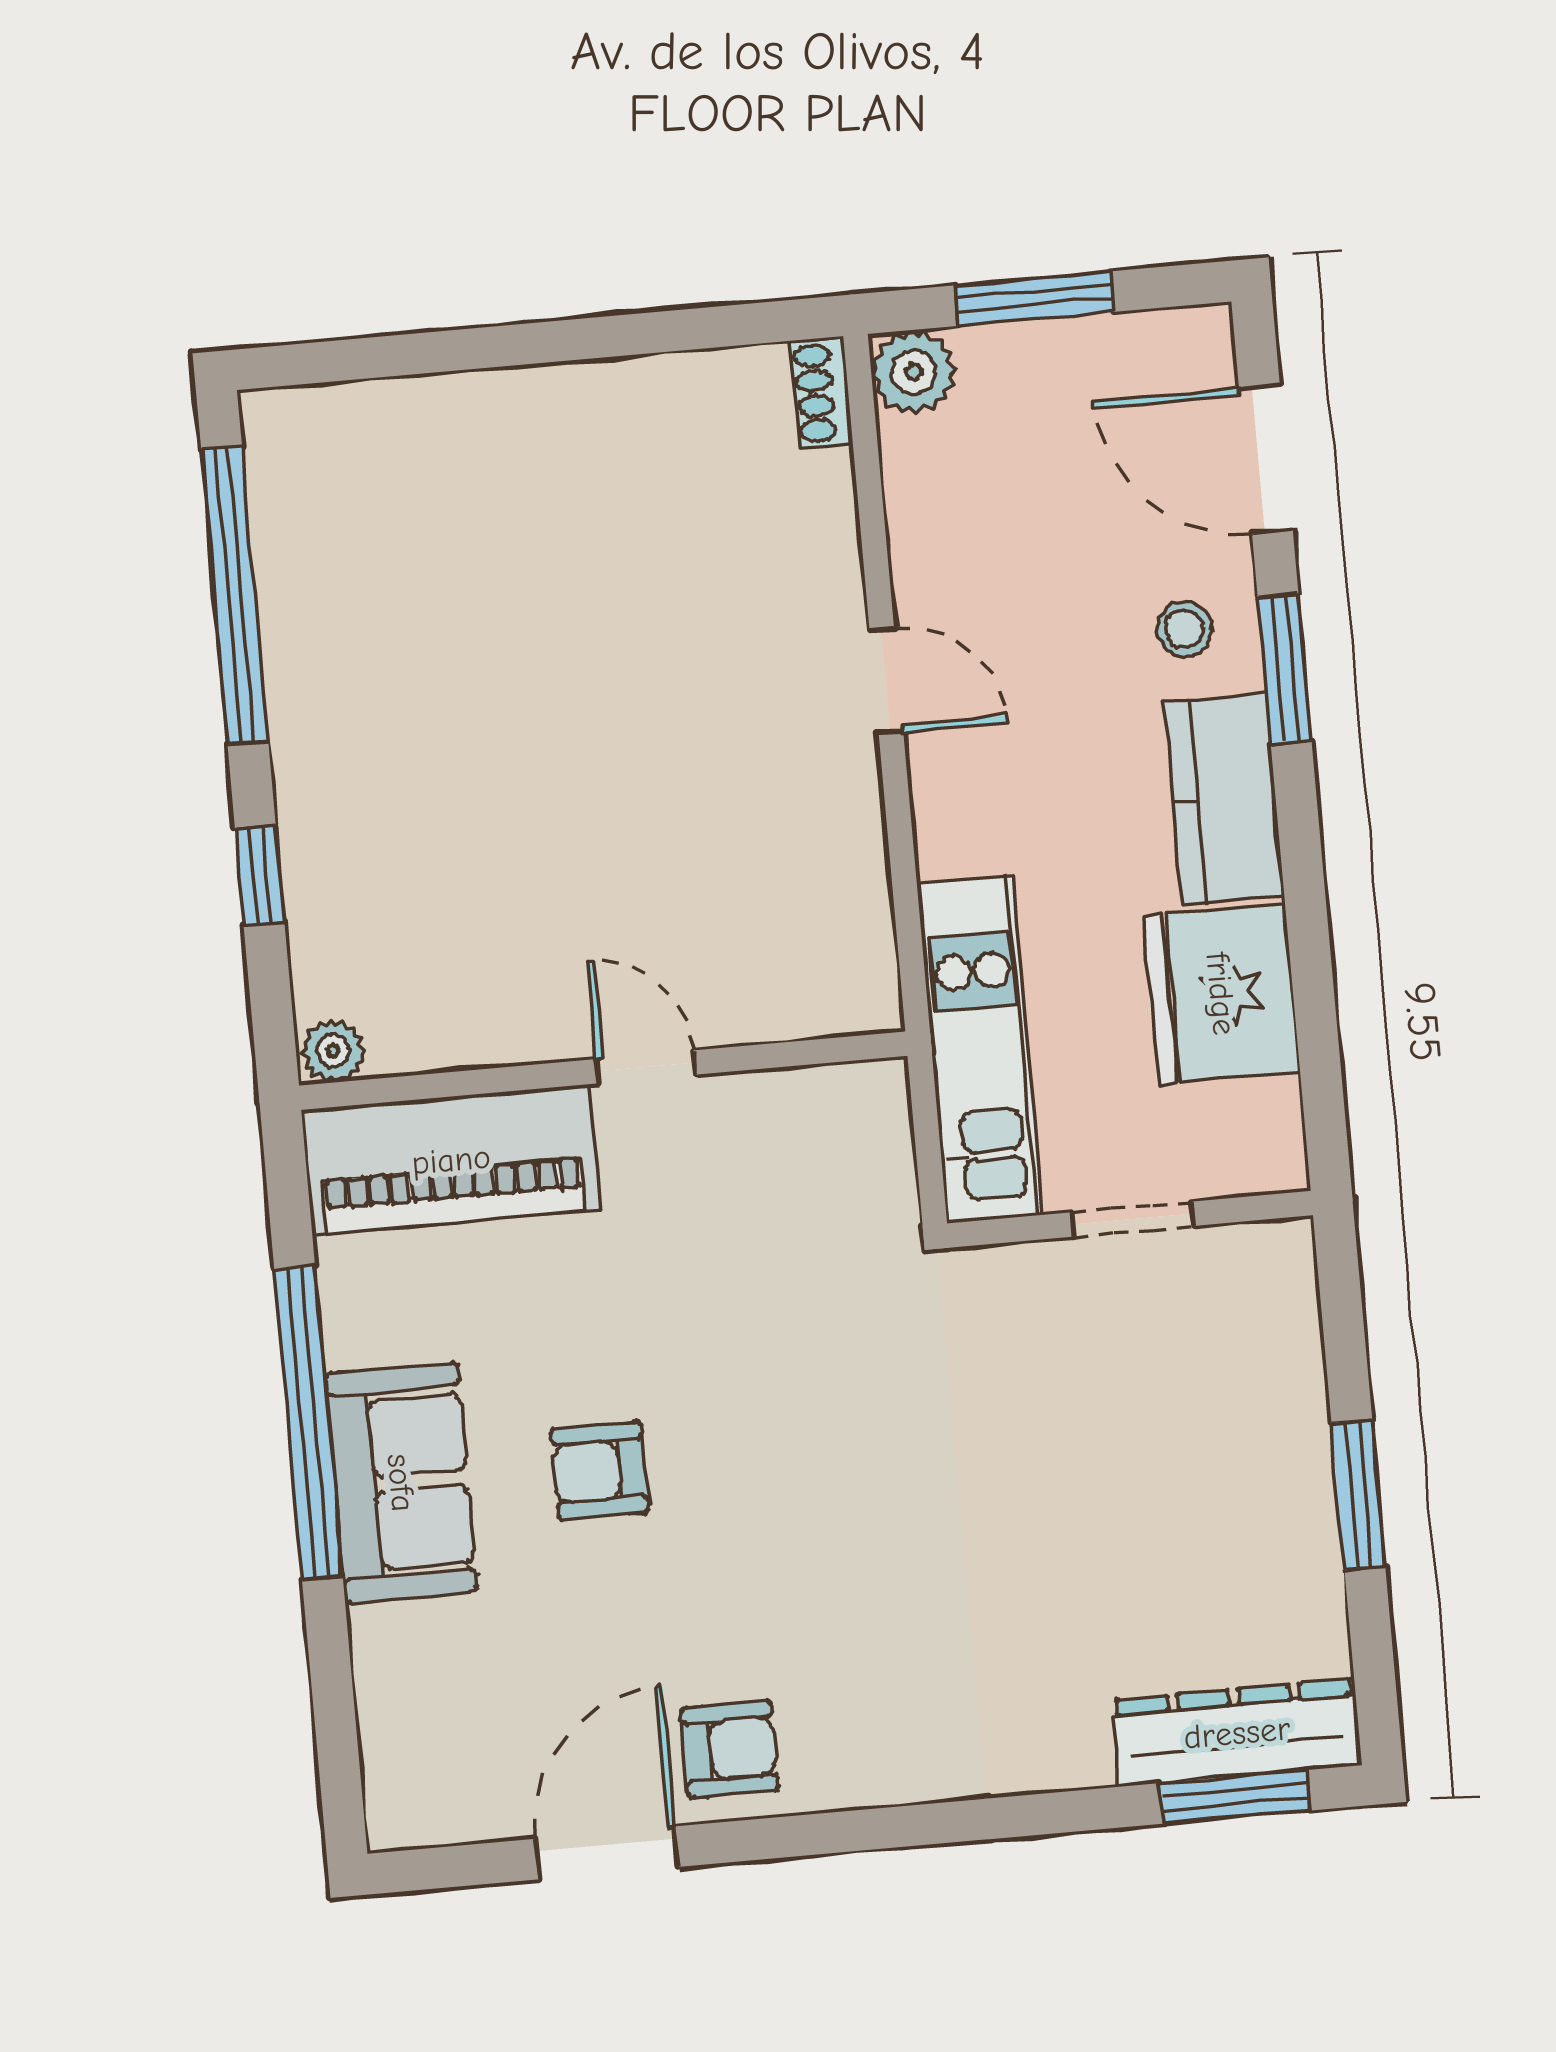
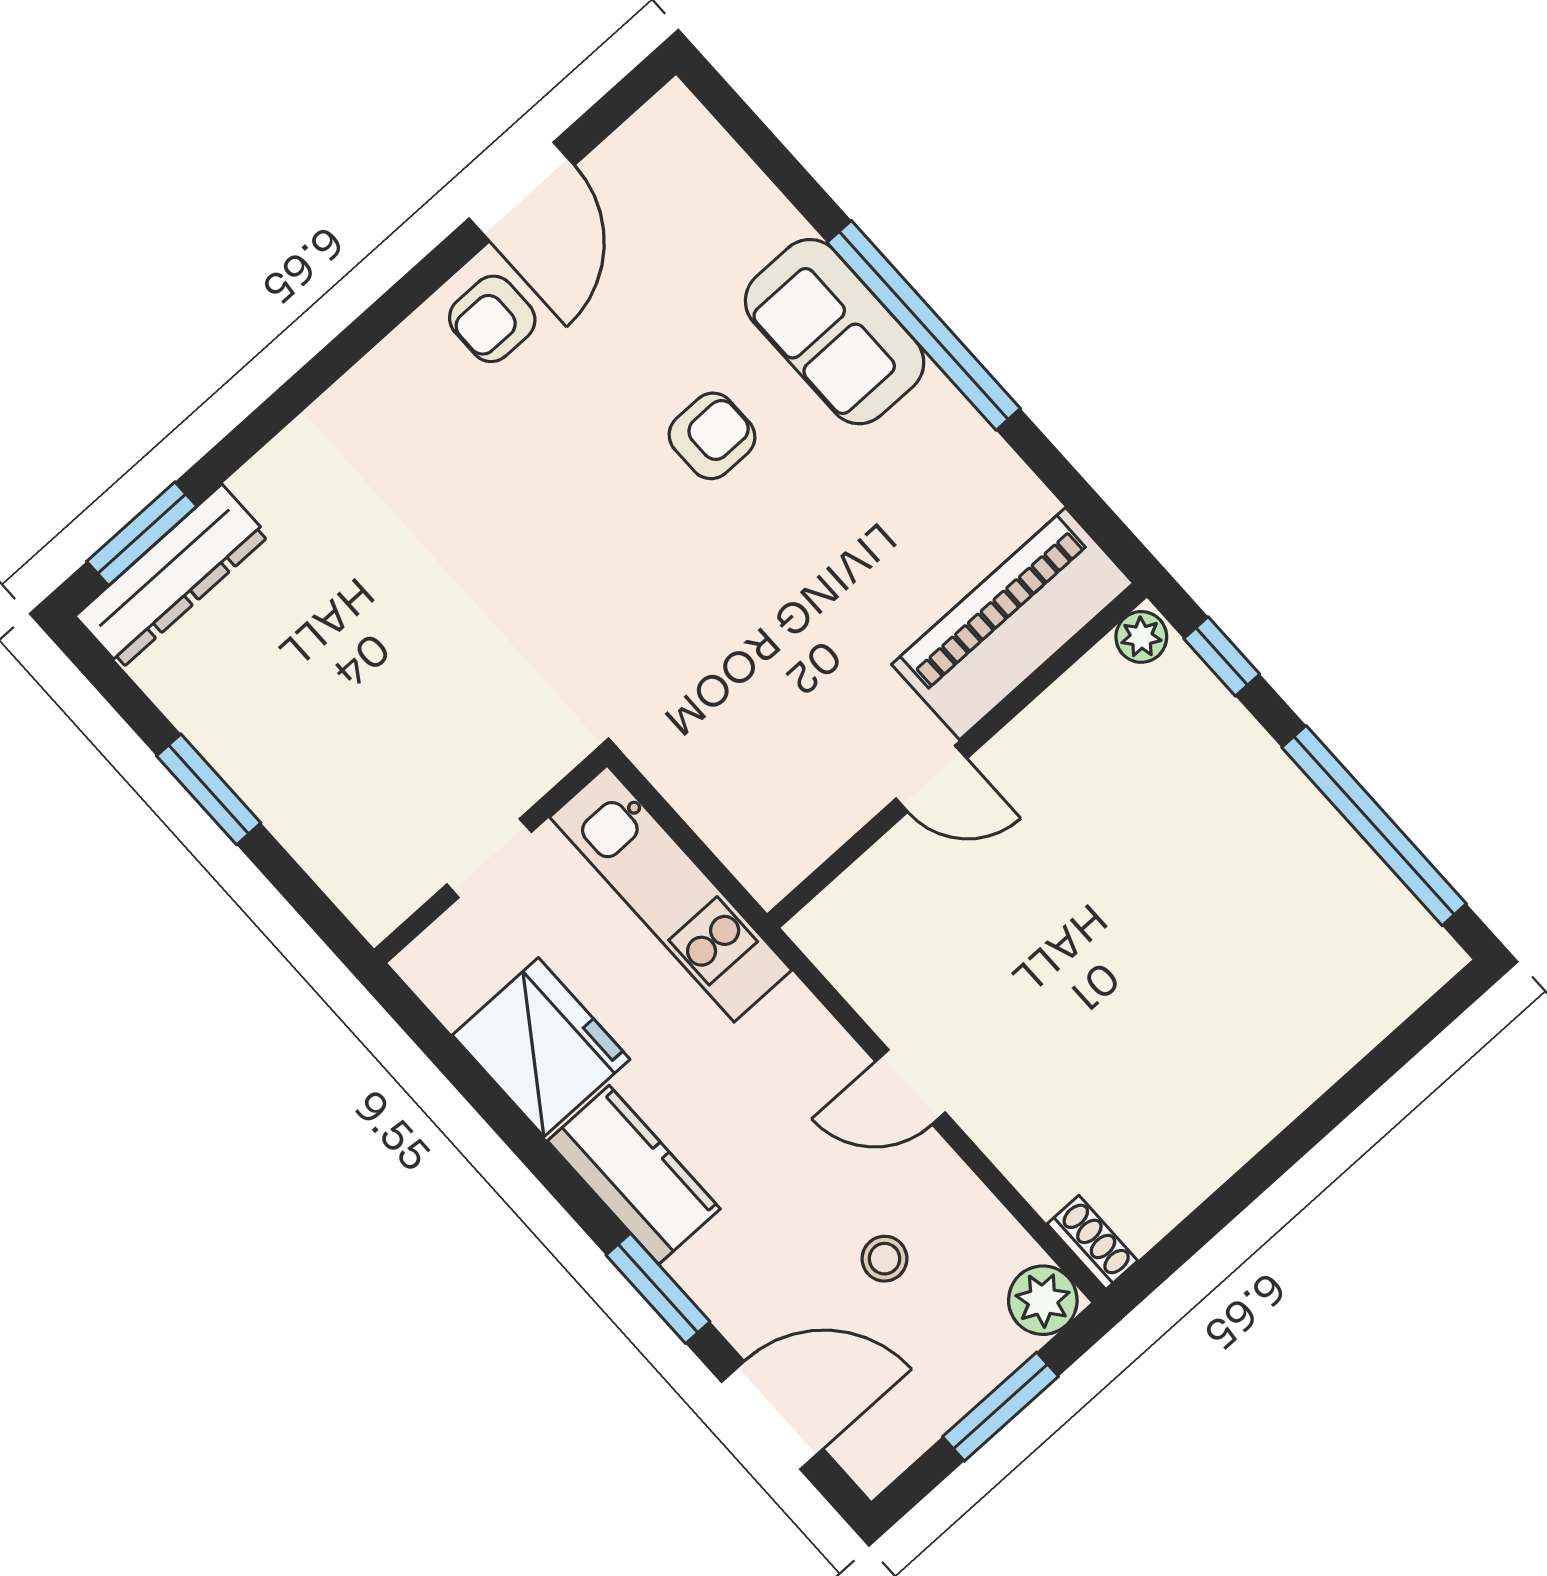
stool: (1184, 629) -> (885, 1259), moved
plant: (333, 1051) -> (1141, 637), moved
door: (646, 1067) -> (931, 779), moved
wall: (603, 1071) -> (957, 755), moved
piano: (451, 1160) -> (1013, 624), moved

